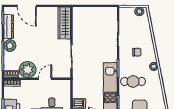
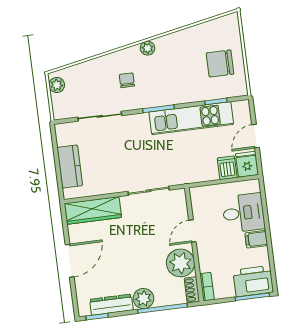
door: (27, 6) -> (70, 261), moved
kitchen counter: (91, 13) -> (70, 166), added
door: (45, 79) -> (192, 231), hinge flipped
cafe table: (133, 81) -> (178, 80), removed

